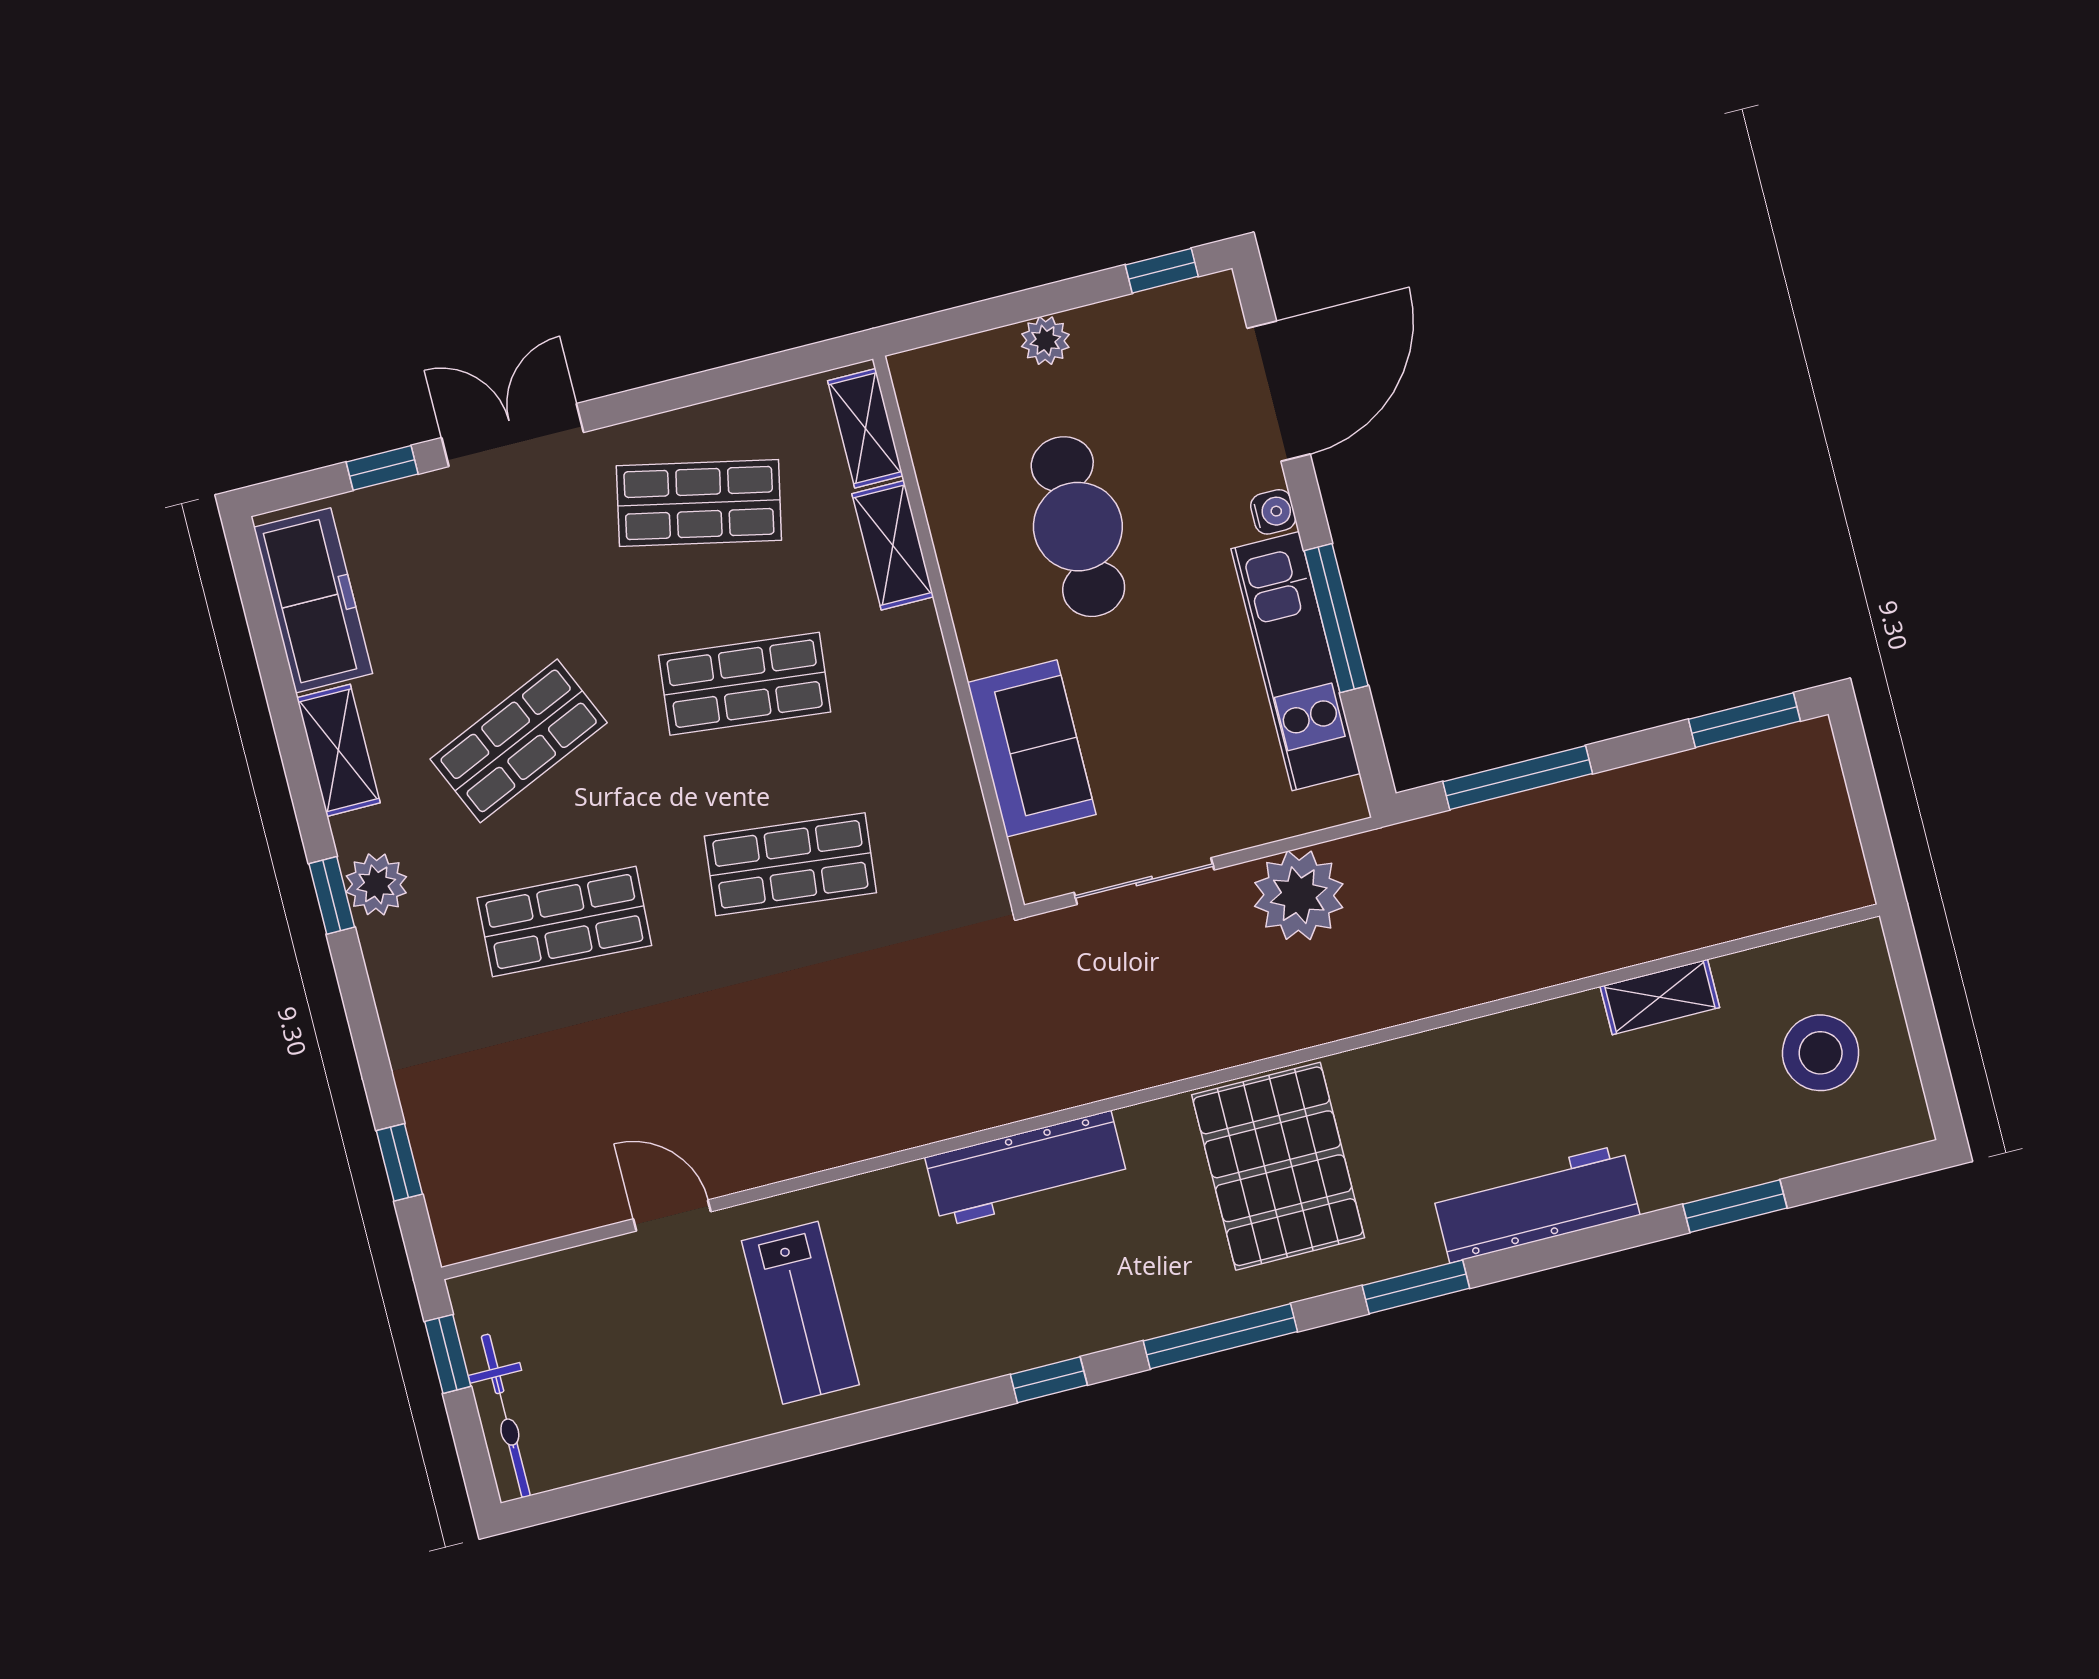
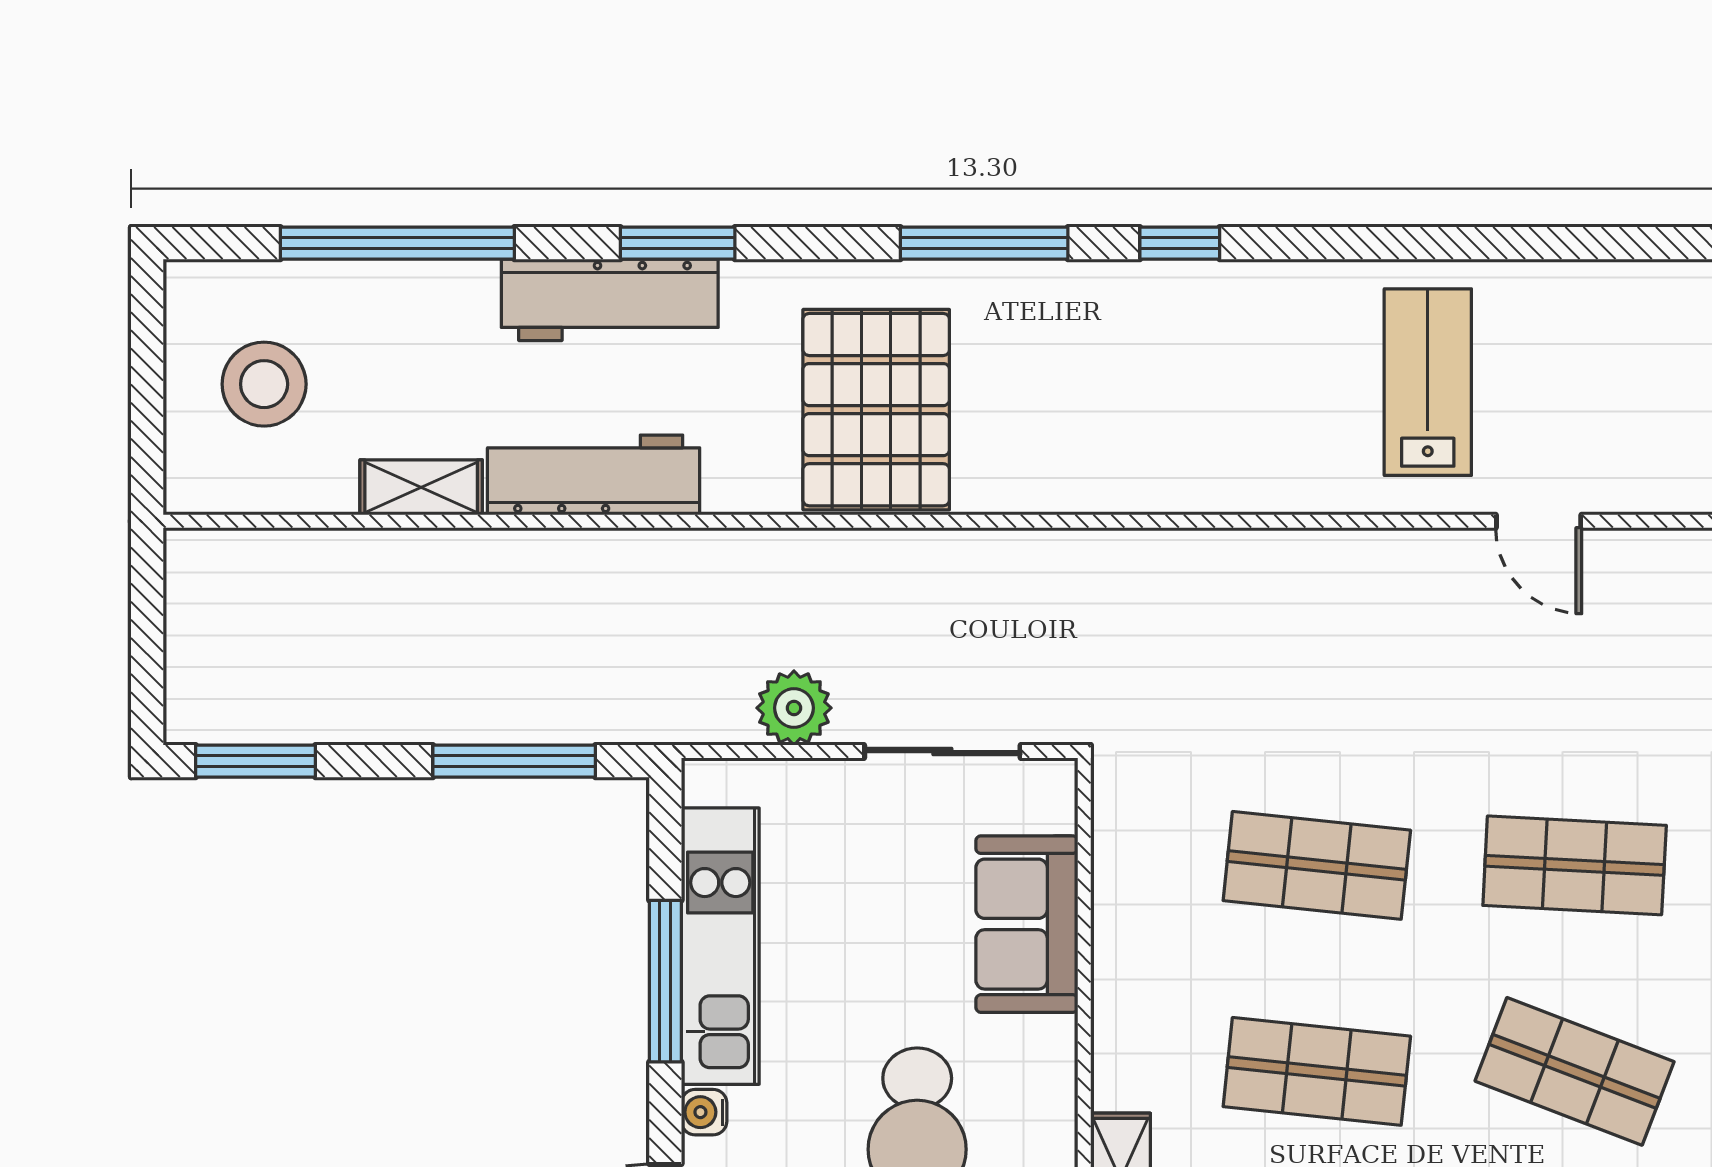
shop shelf: (519, 741) -> (1575, 1071), turned 45
plant: (1299, 895) -> (794, 708), width x0.73, depth x0.73
workbench: (1027, 1169) -> (594, 475), moved
window: (1735, 1206) -> (397, 243), width x2.11
window: (1416, 1287) -> (678, 243), moved

